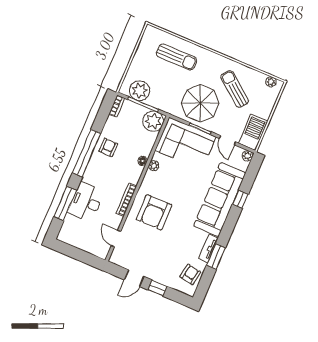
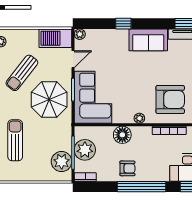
plant: (153, 121) -> (85, 150), moved
armchair: (108, 147) -> (127, 168), turned 180
floor lamp: (143, 161) -> (122, 135), width x1.89, depth x1.89
plant: (154, 166) -> (139, 118), moved
sofa: (220, 200) -> (148, 40), width x0.54, depth x0.79

